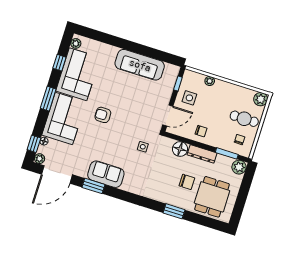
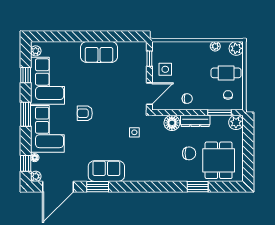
sofa: (140, 65) -> (99, 52), width x0.73
plant: (210, 81) -> (215, 46), moved
window: (174, 211) -> (198, 187), moved

